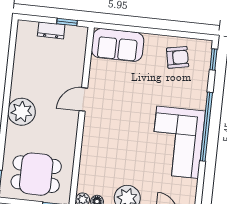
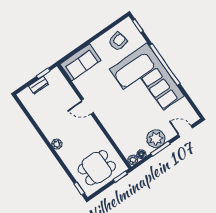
door: (83, 99) -> (87, 107), hinge flipped
plant: (22, 112) -> (57, 144), width x0.53, depth x0.53
corner sofa: (178, 142) -> (147, 83), width x1.36, depth x1.36

